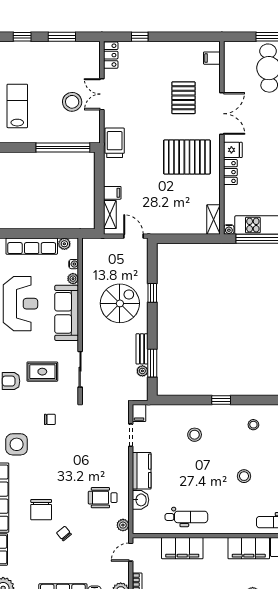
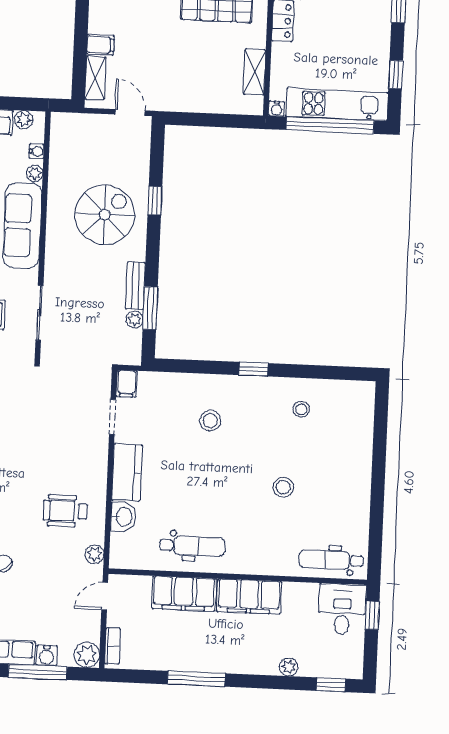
shelving: (214, 219) -> (255, 72), moved
filing cabinet: (249, 548) -> (249, 596), moved

